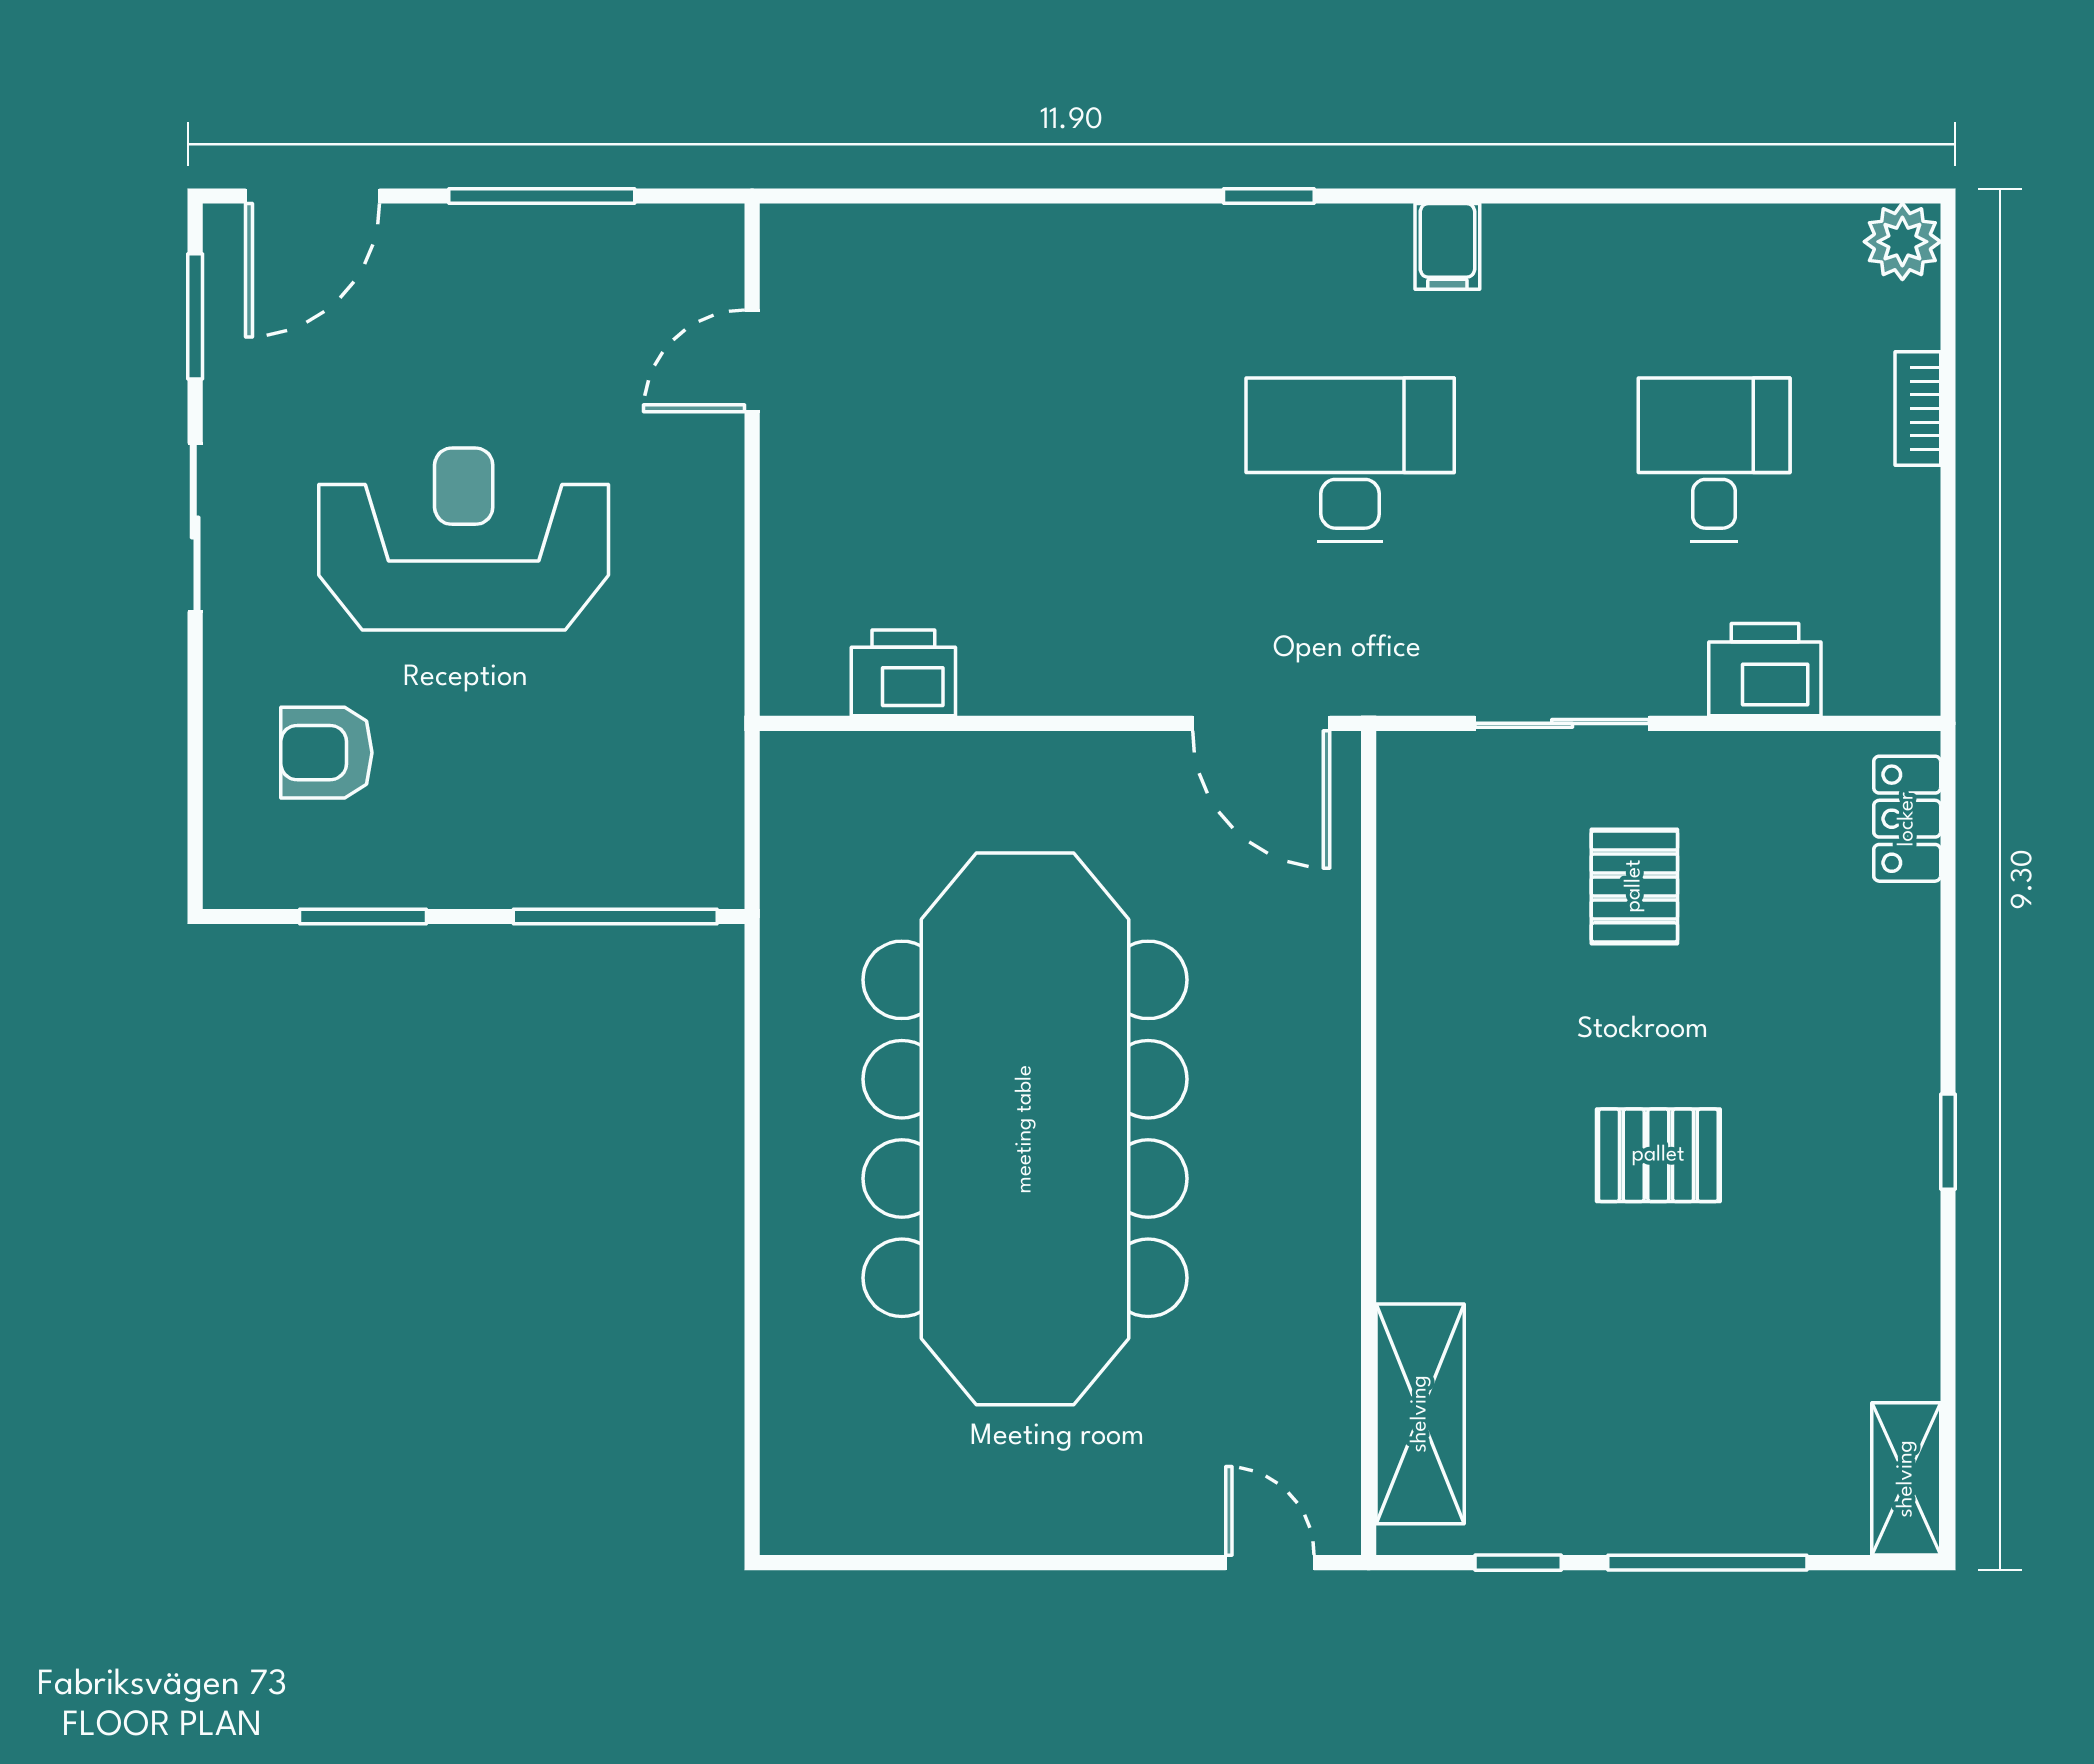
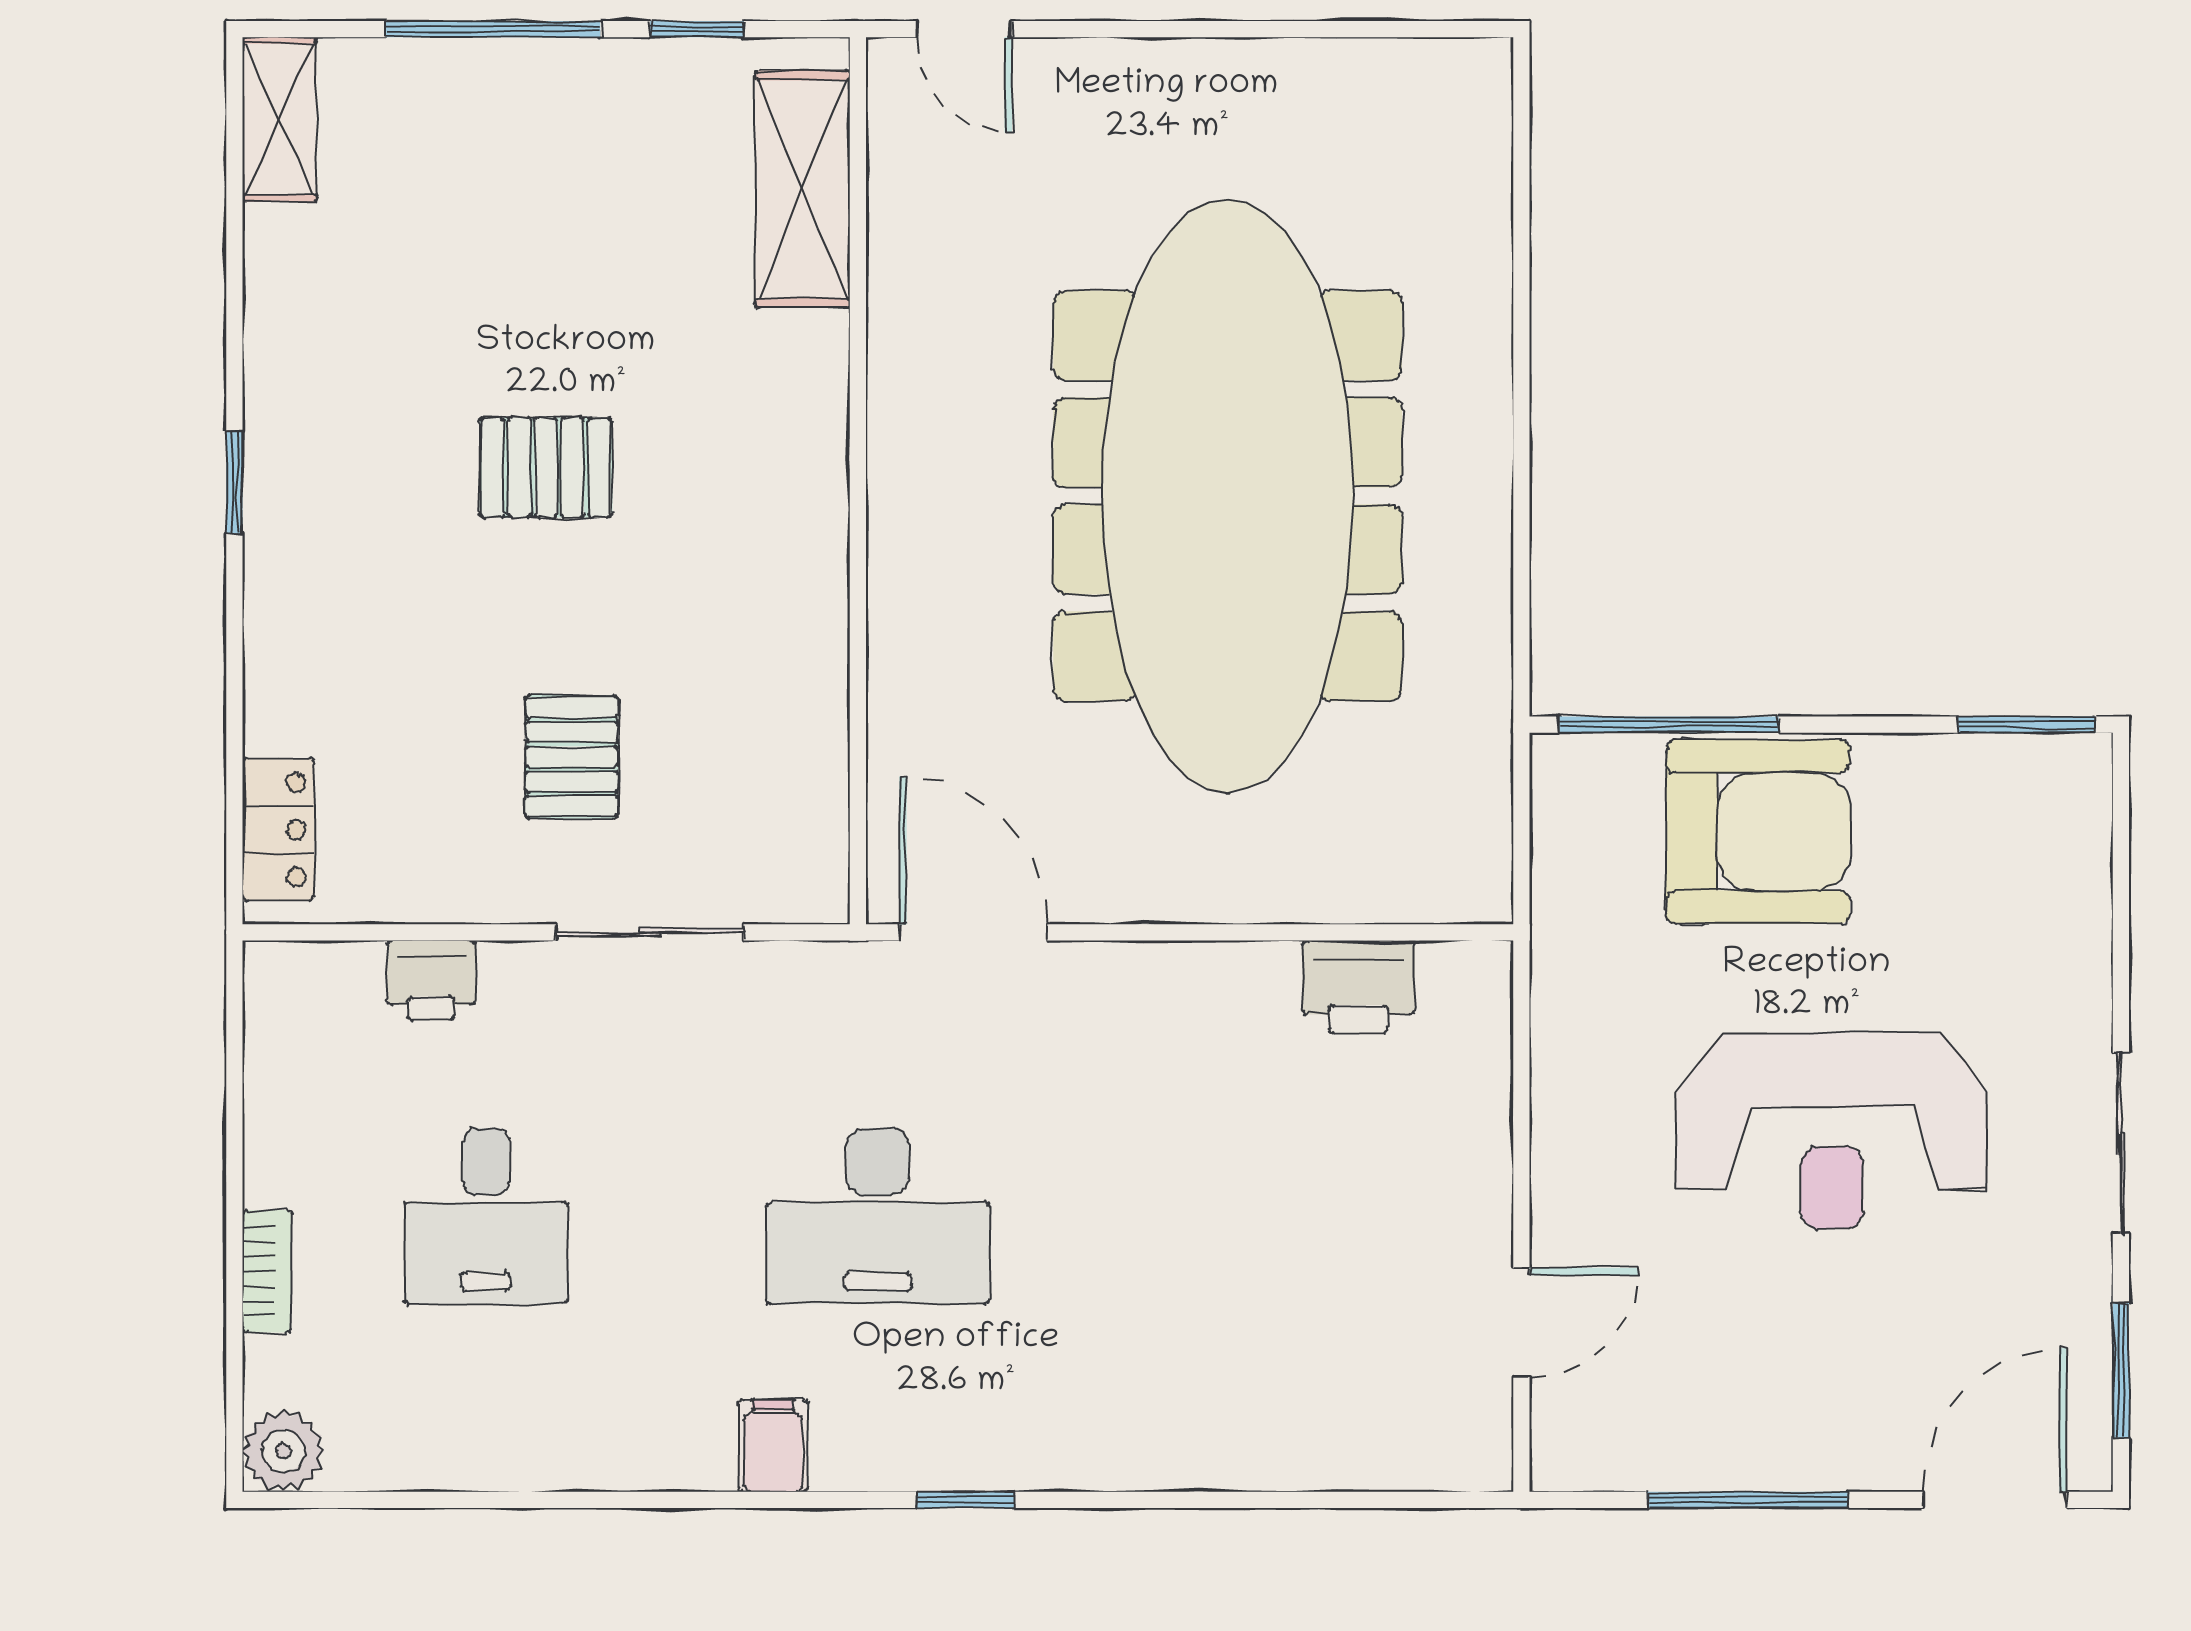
printer: (1765, 670) -> (431, 981), width x0.73, depth x0.81
armchair: (326, 753) -> (1758, 832), moved, width x1.88, depth x1.88
window: (363, 916) -> (2027, 725), moved

